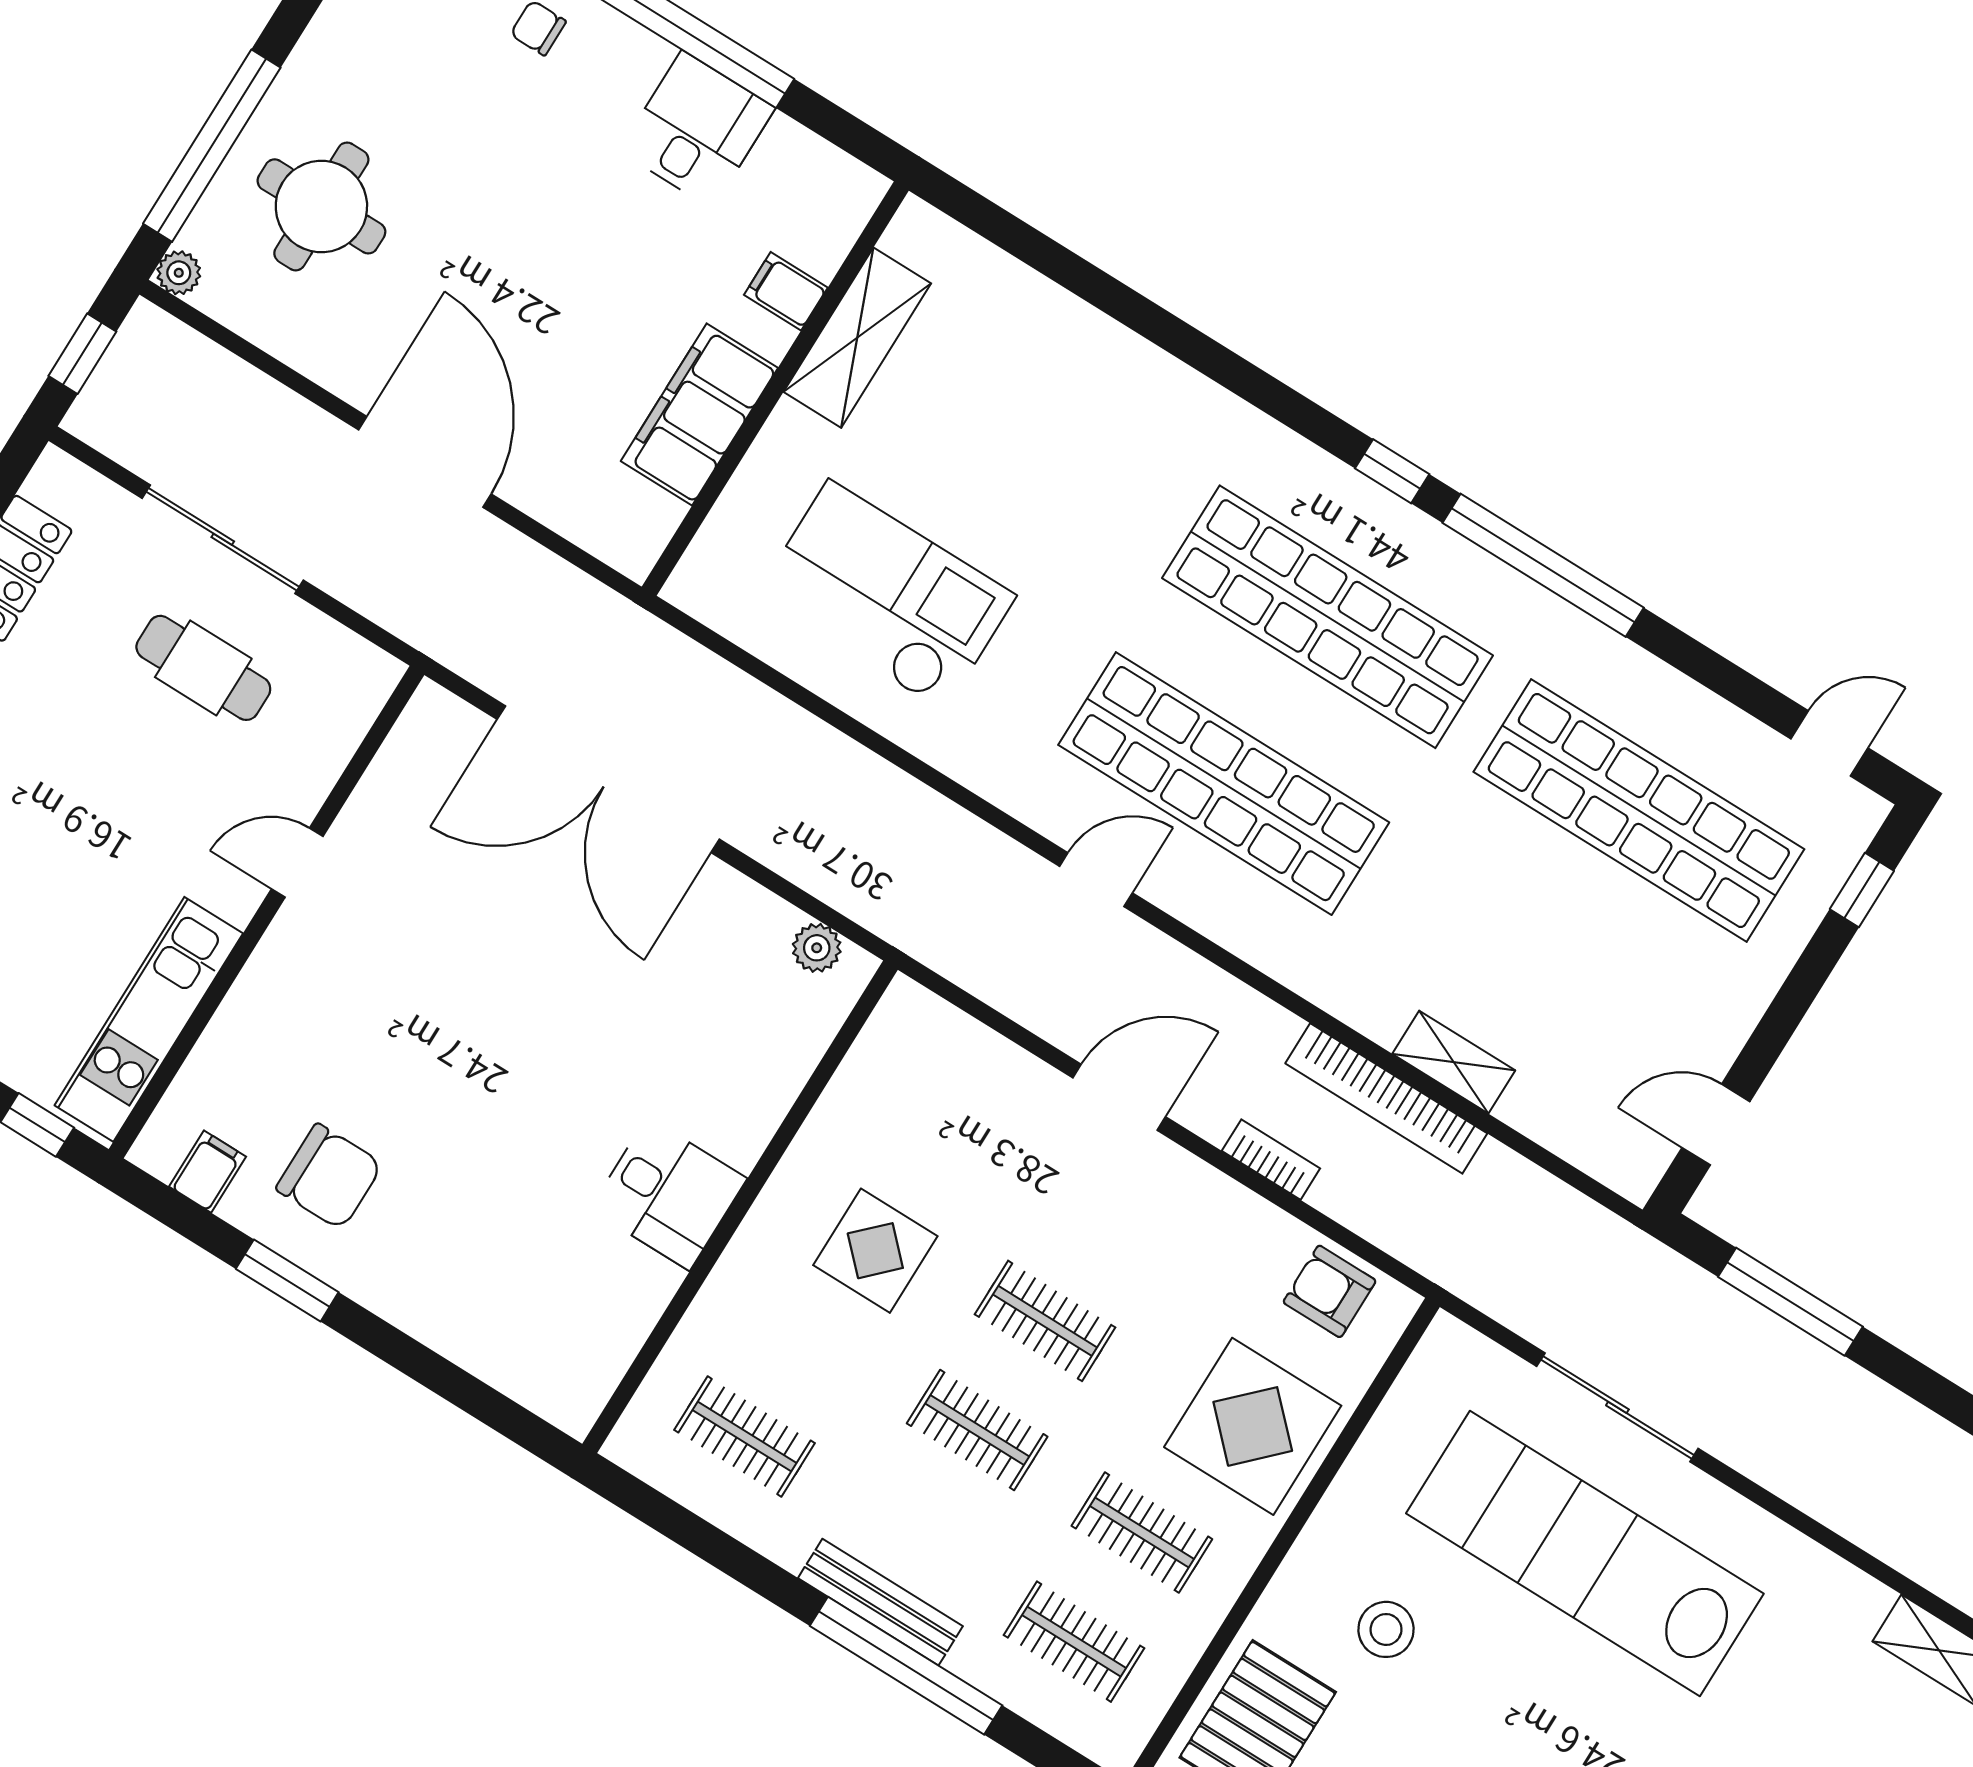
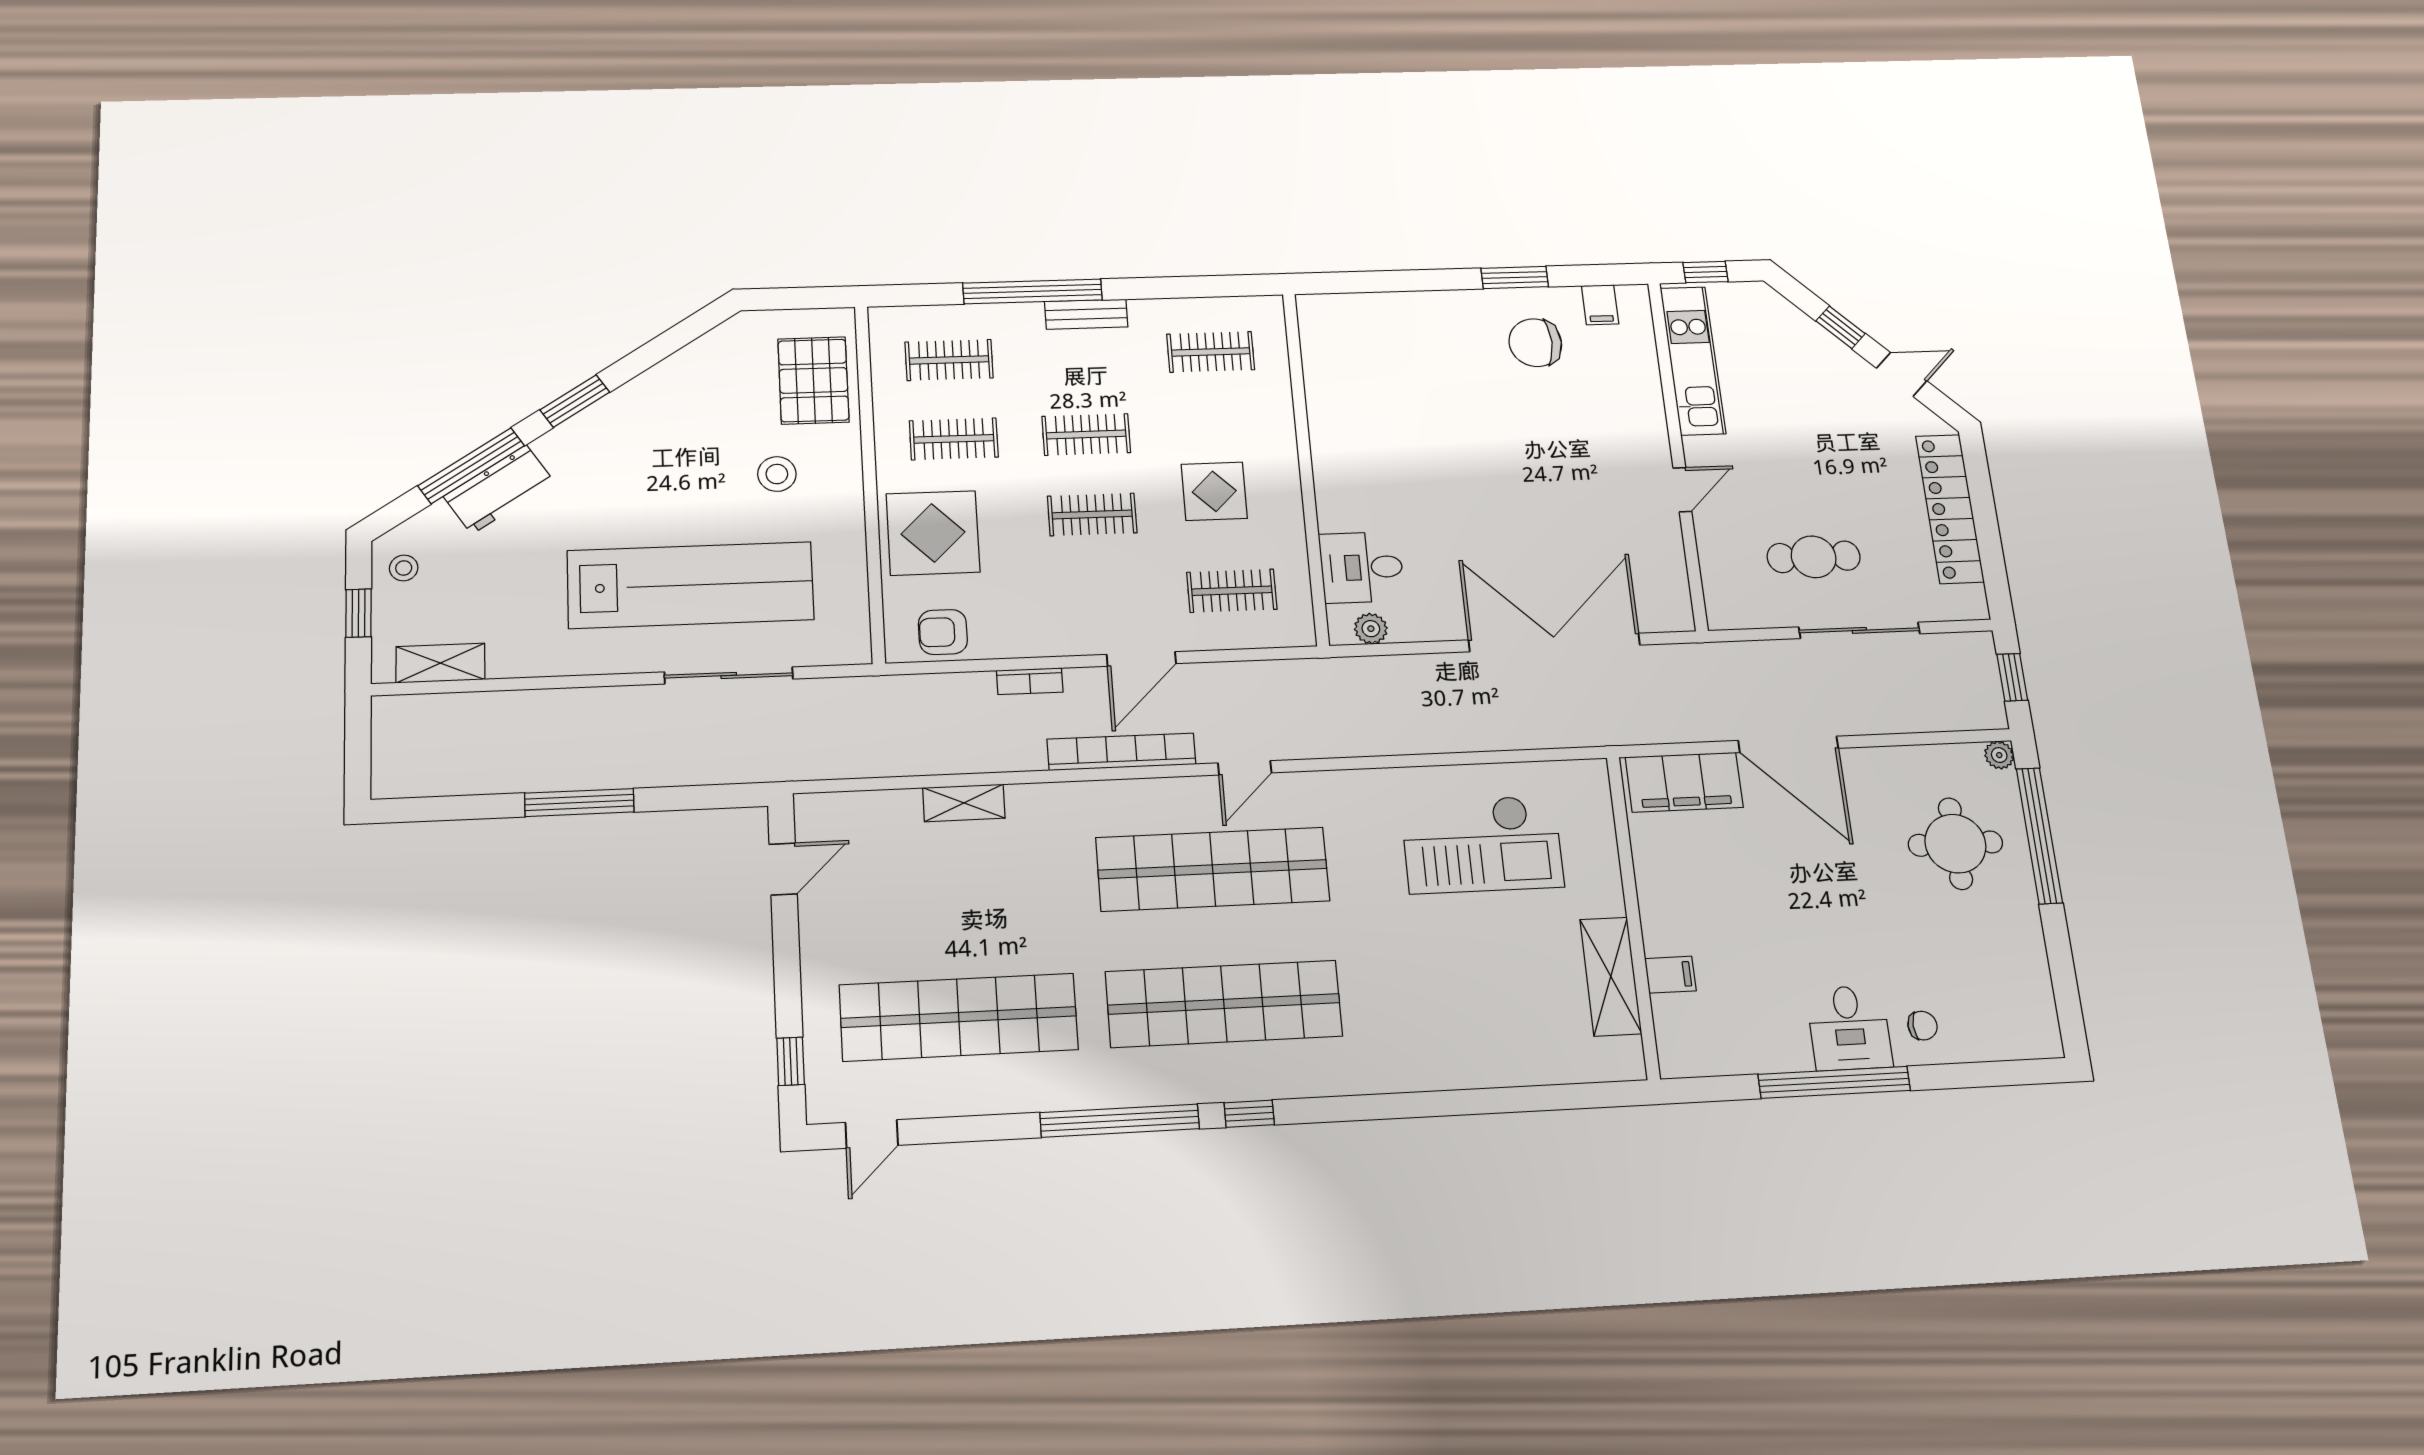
desk: (697, 129) -> (1849, 1028), moved
filing cabinet: (699, 414) -> (1684, 782), moved, turned 90
bookcase: (1386, 1098) -> (1121, 752), moved
clothes rail: (948, 1109) -> (1232, 591), added
desk: (668, 1194) -> (1362, 567), moved
armchair: (1330, 1291) -> (943, 632), turned 180
window: (1790, 1302) -> (579, 803), moved
bench: (880, 1602) -> (1086, 314), width x0.73

